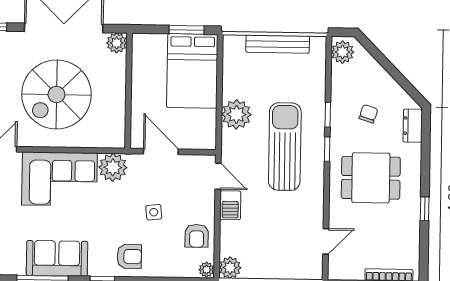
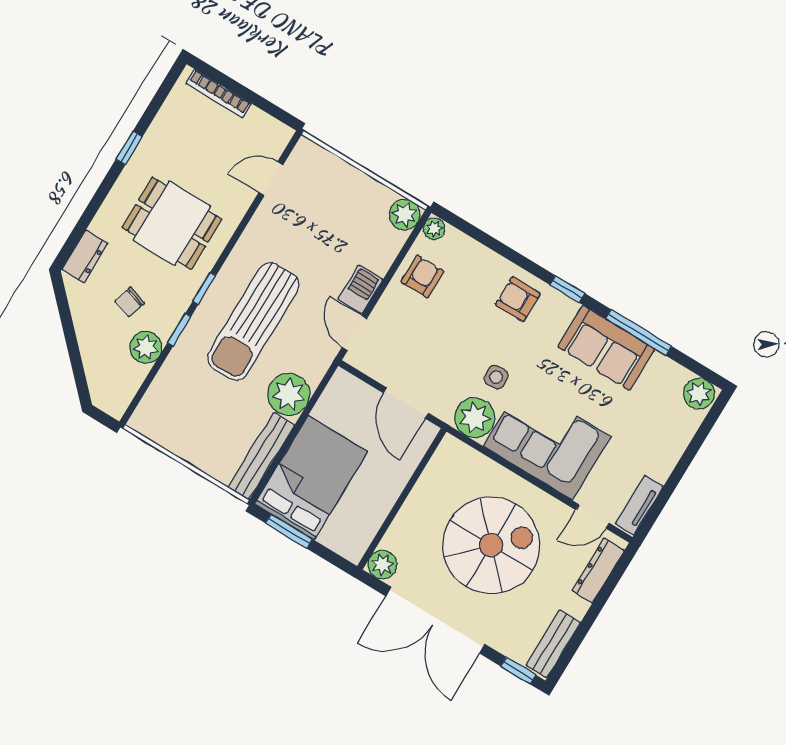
bench: (278, 44) -> (261, 456), moved, turned 90
plant: (343, 52) -> (146, 347), moved
side table: (154, 212) -> (496, 377), moved

